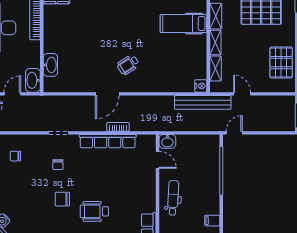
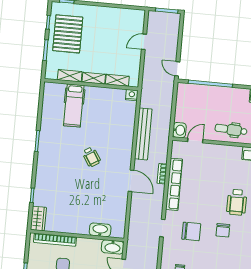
pallet: (281, 63) -> (117, 20), removed
wheelchair: (128, 65) -> (91, 157), moved
door: (242, 94) -> (144, 42), moved
bench: (203, 102) -> (143, 134), moved
chair: (58, 165) -> (191, 231), width x1.87, depth x1.87

